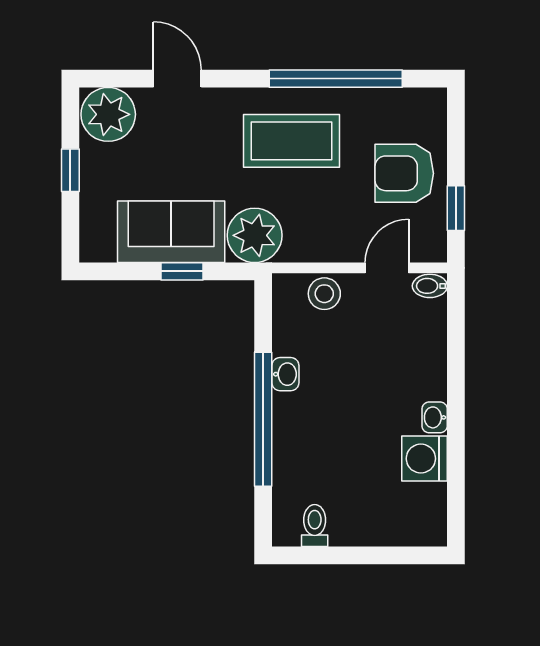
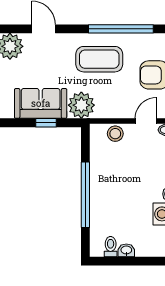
washbasin: (285, 374) -> (126, 250), moved, turned -90

